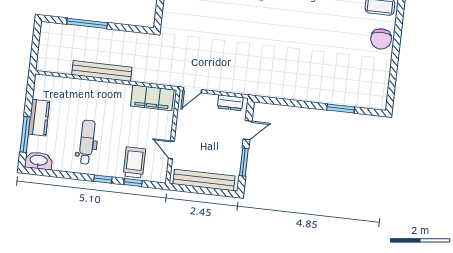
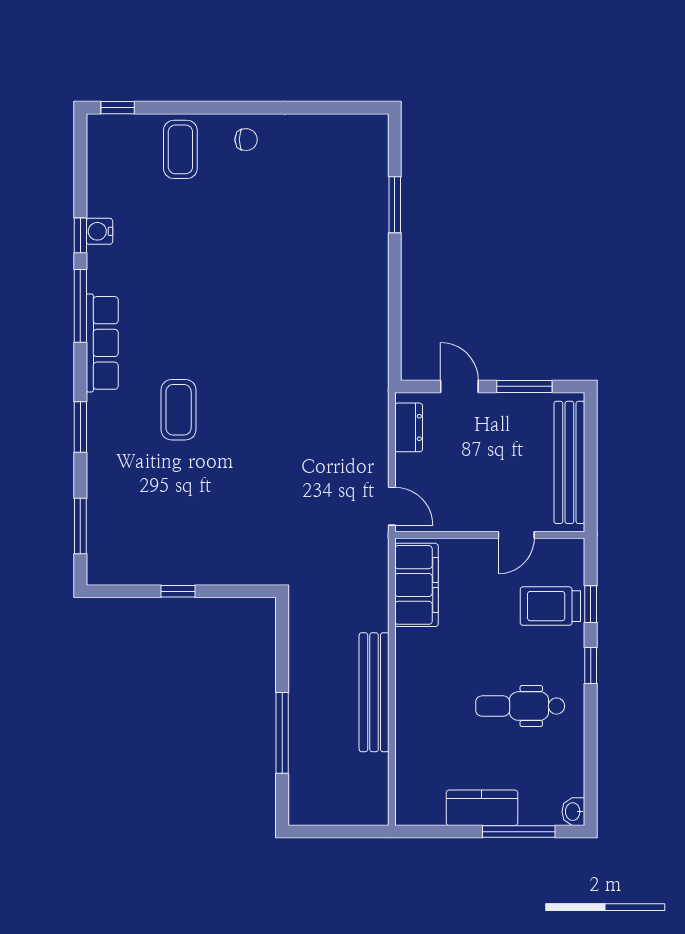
chair: (381, 39) -> (246, 140), width x0.54, depth x0.54
washbasin: (38, 161) -> (573, 812), width x0.52, depth x0.69

